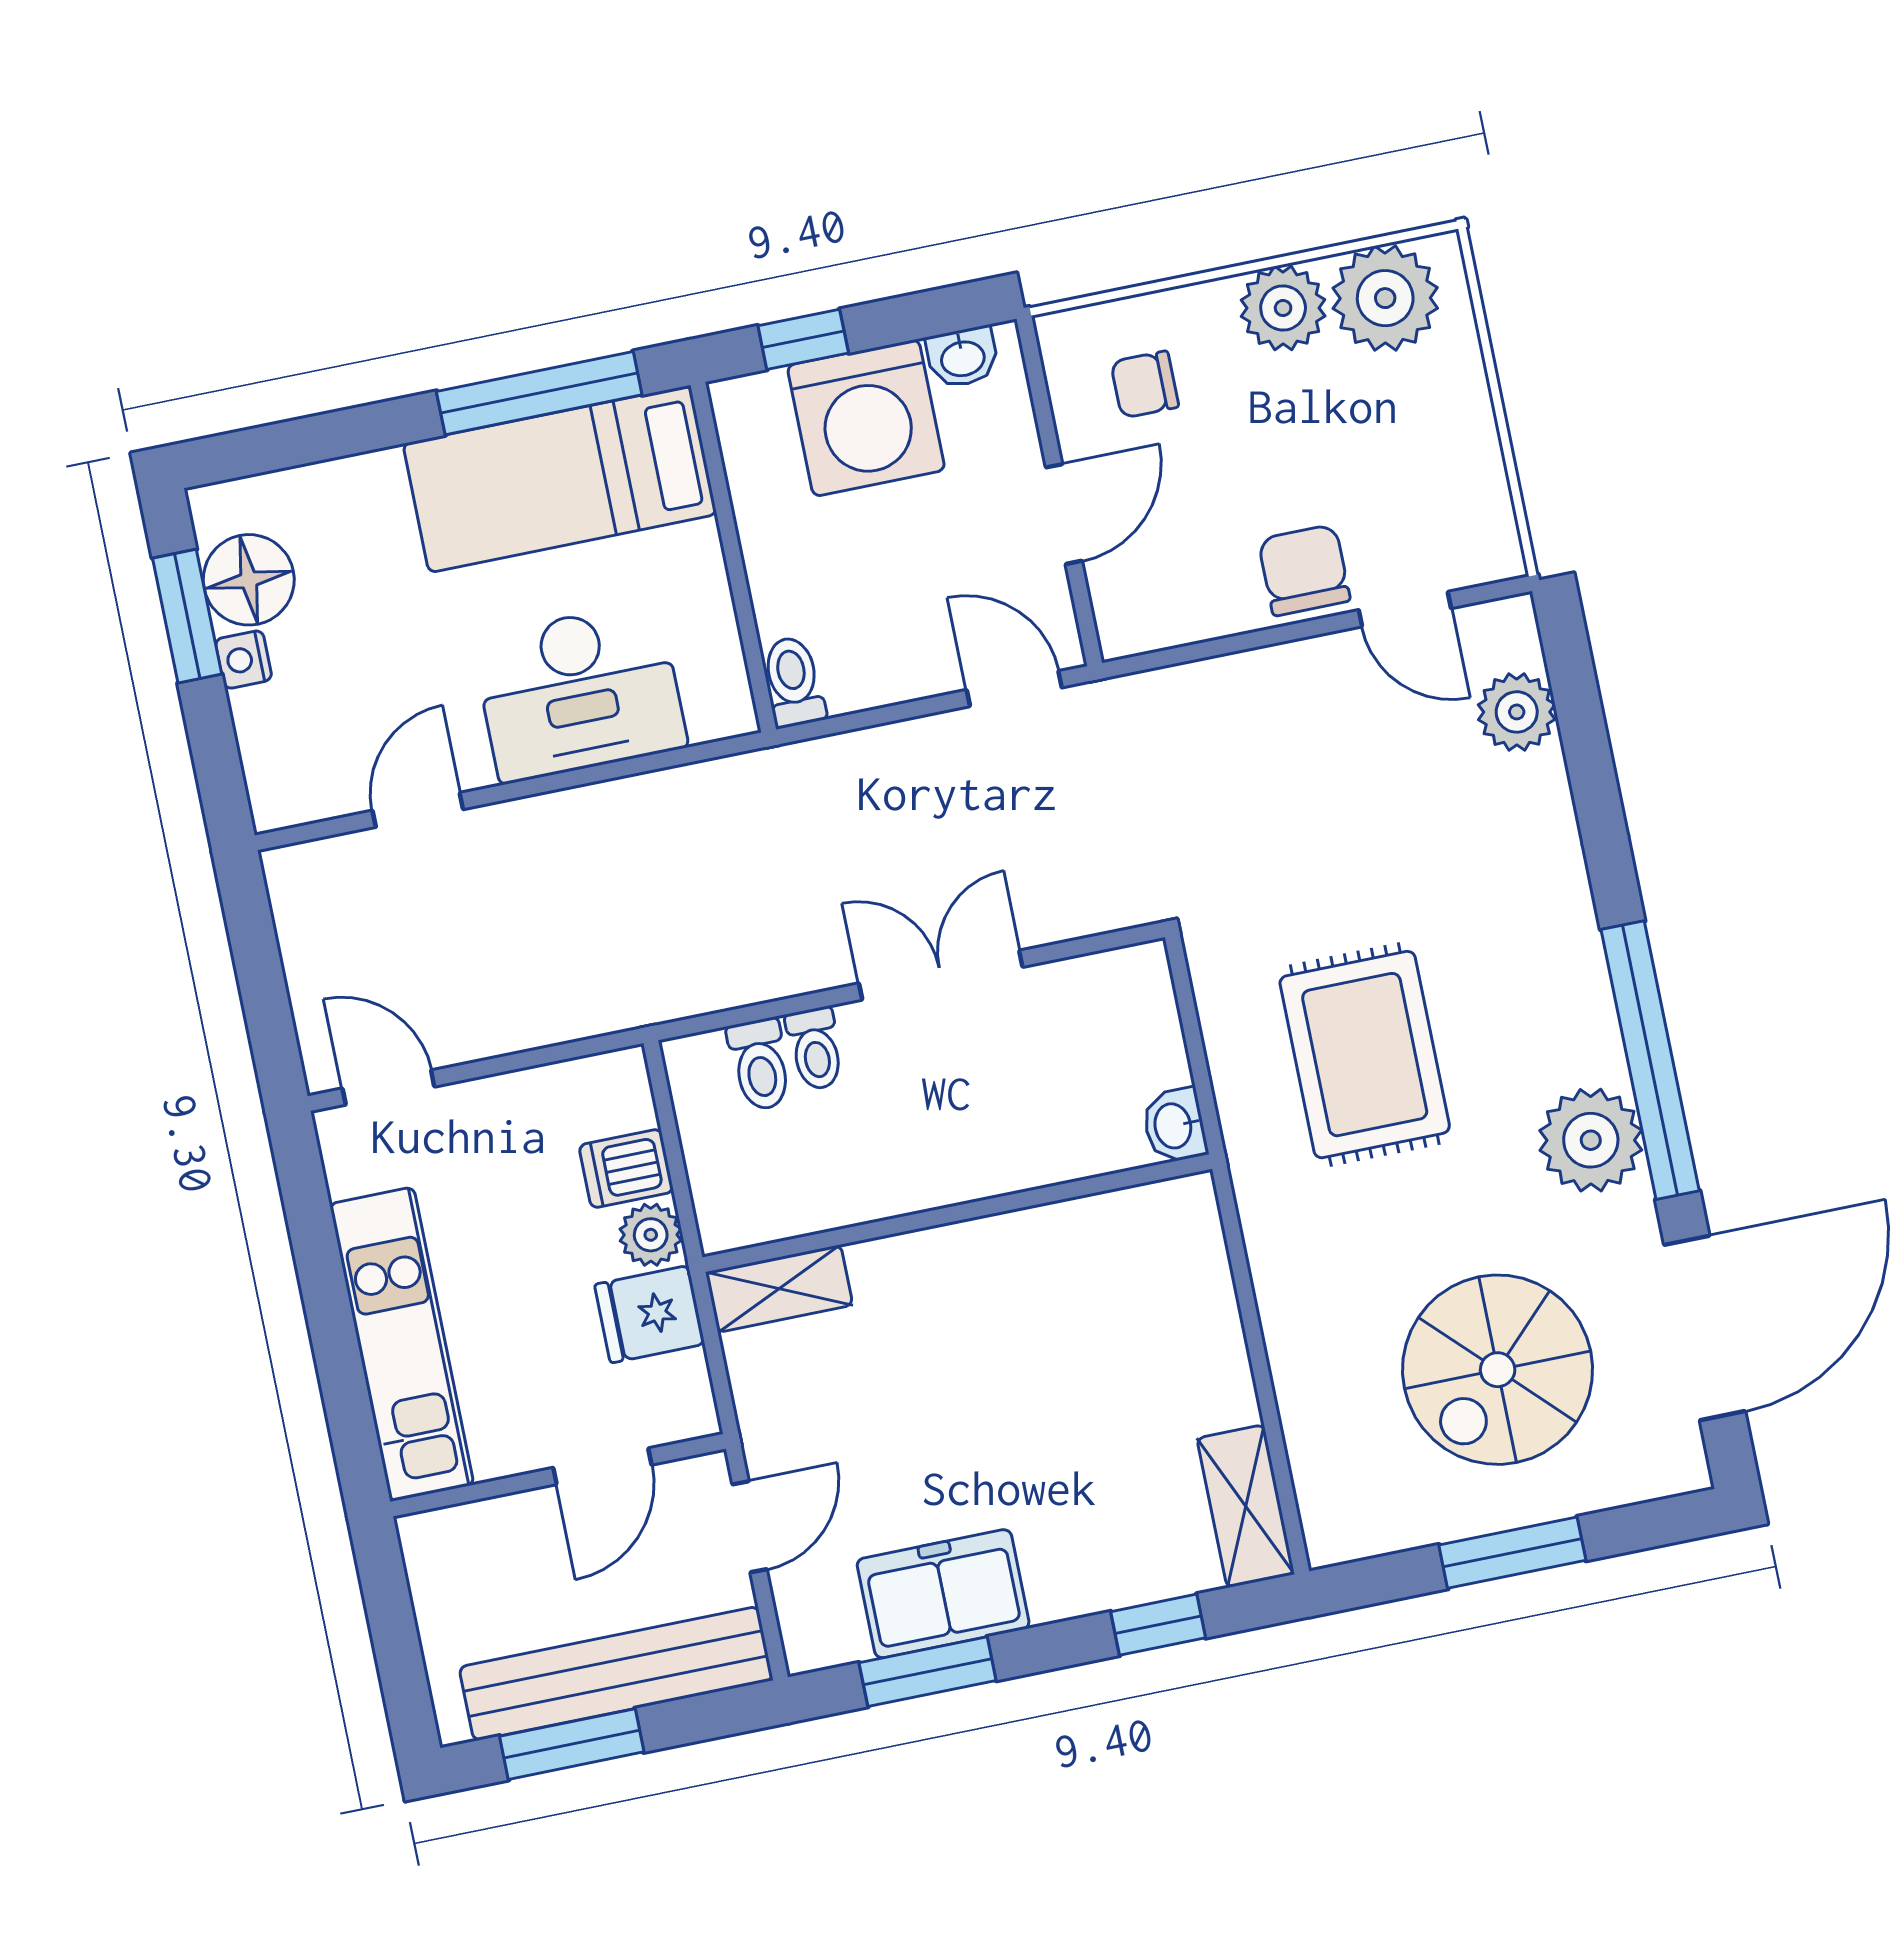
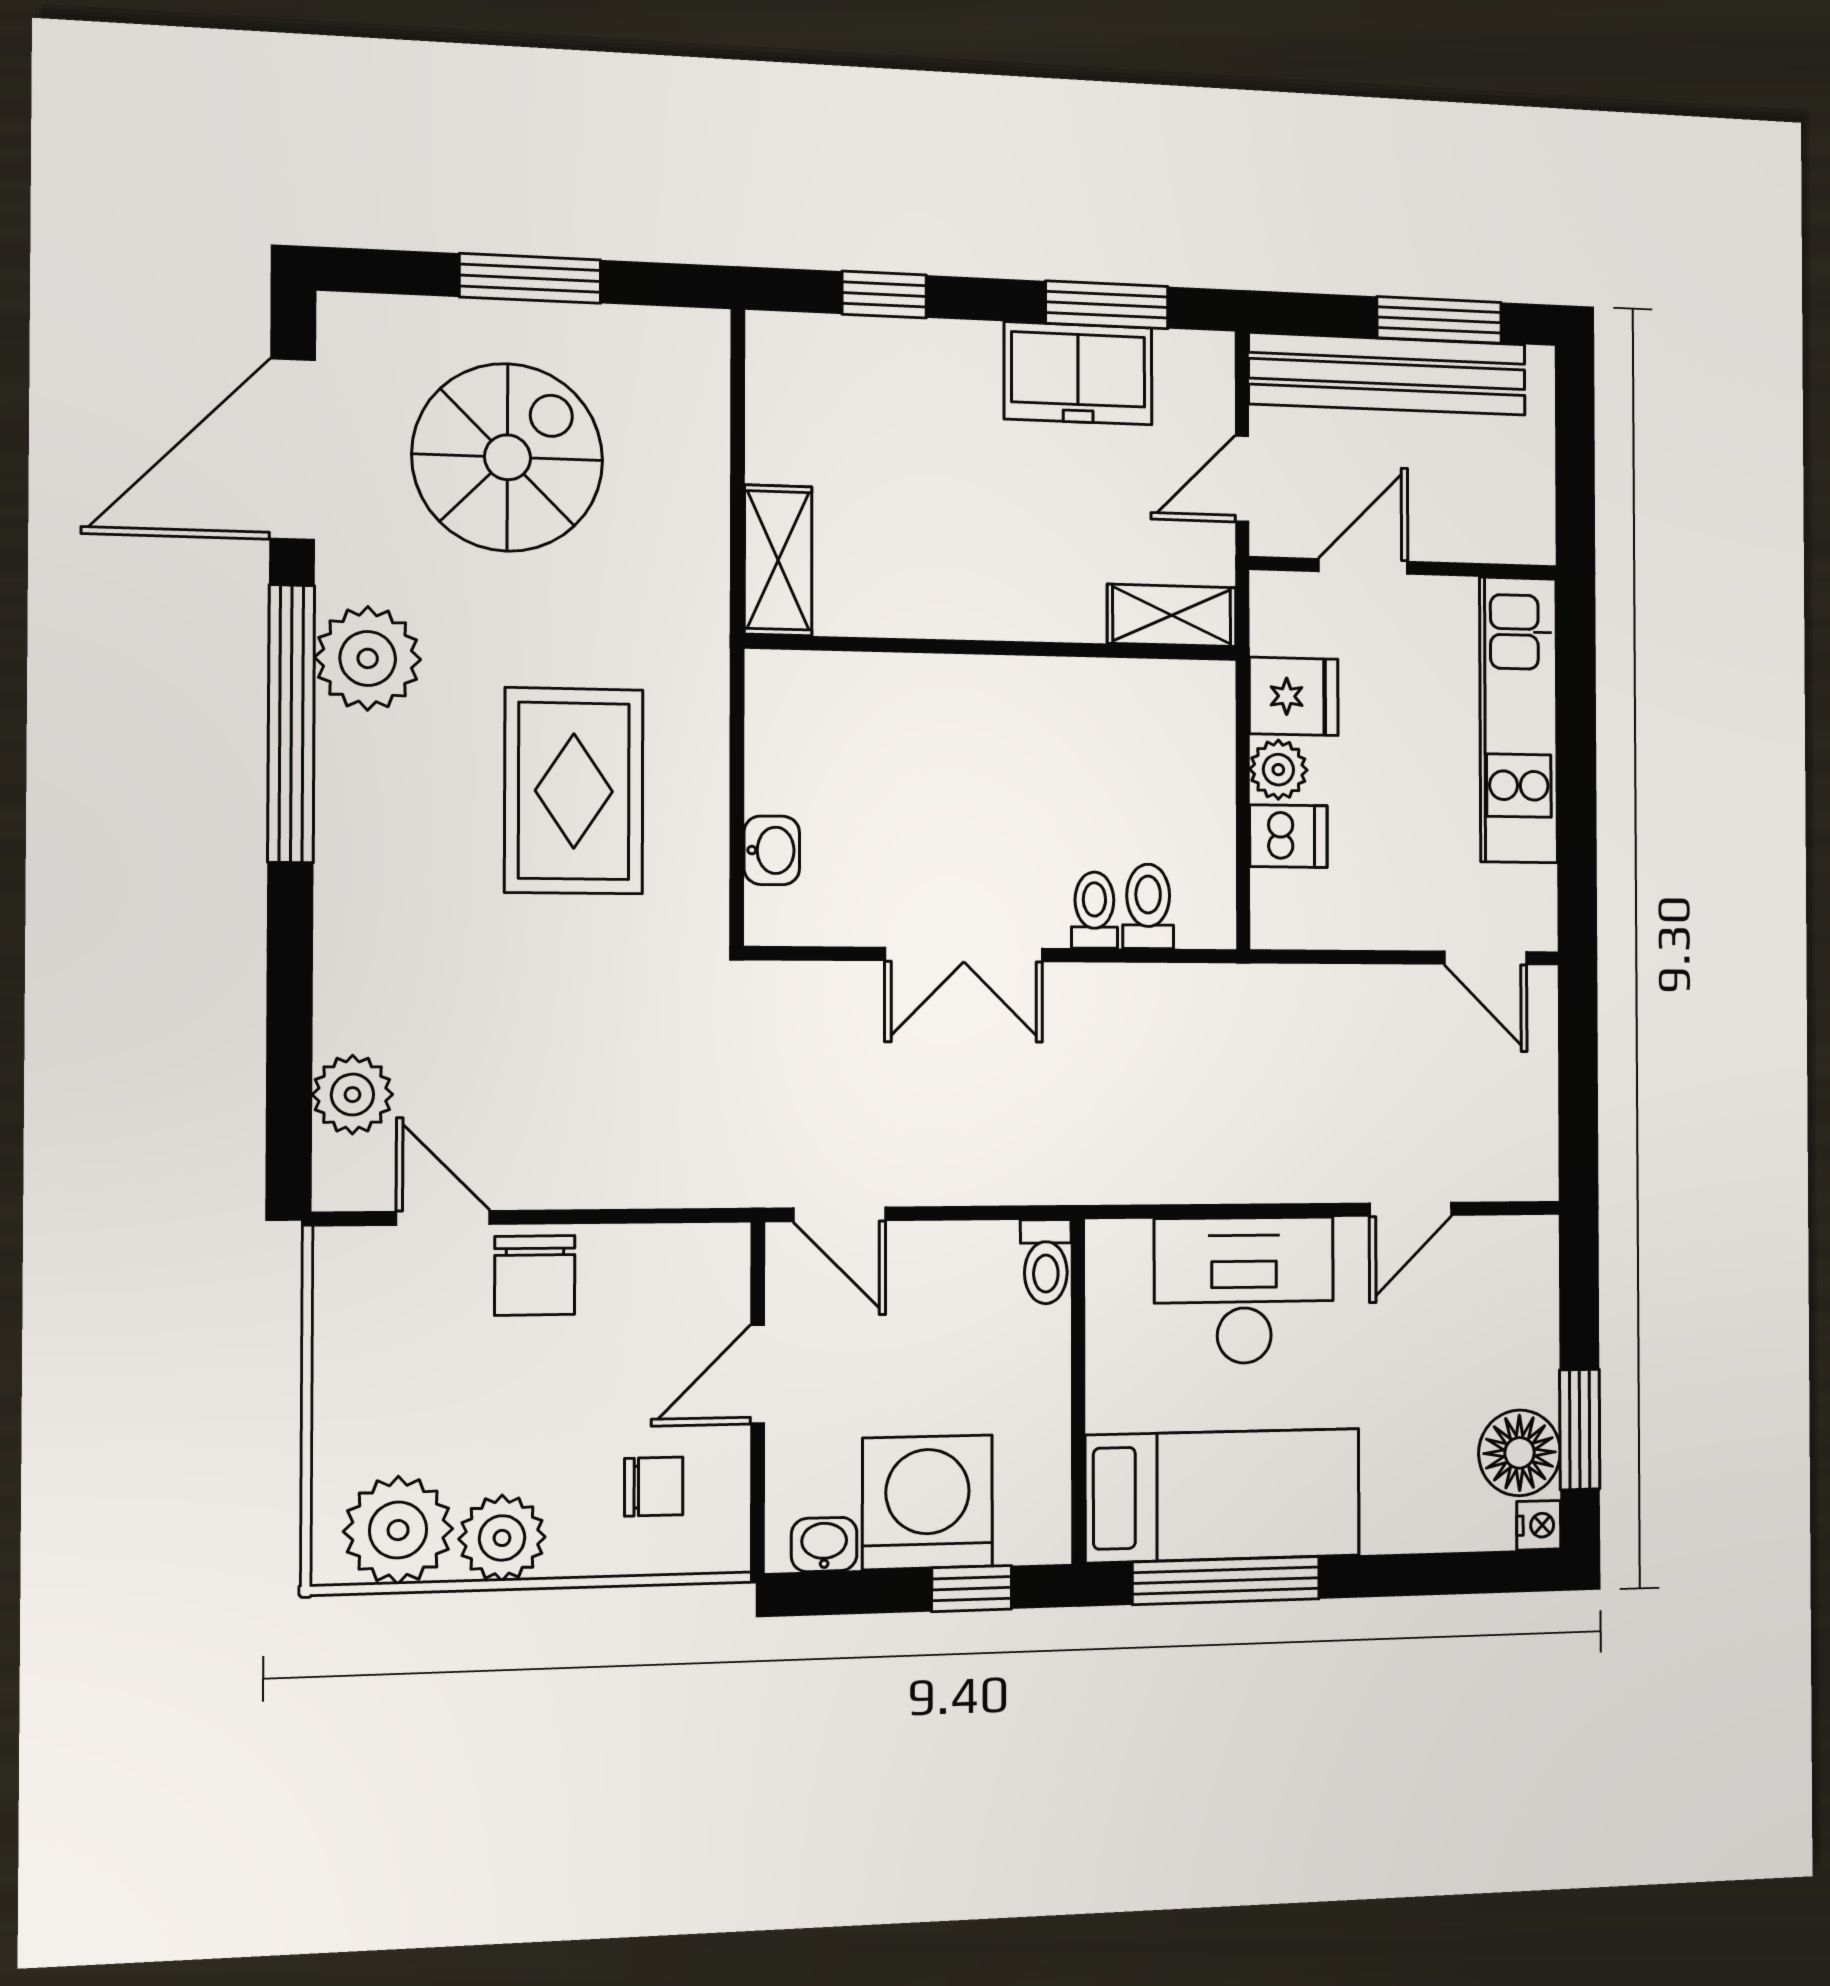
nightstand: (244, 660) -> (1539, 1525), moved
washbasin: (1175, 1126) -> (772, 850), moved
wall: (957, 1213) -> (994, 648), moved
shelving: (779, 1289) -> (1172, 615), moved
shelving: (1246, 1506) -> (778, 560), moved

